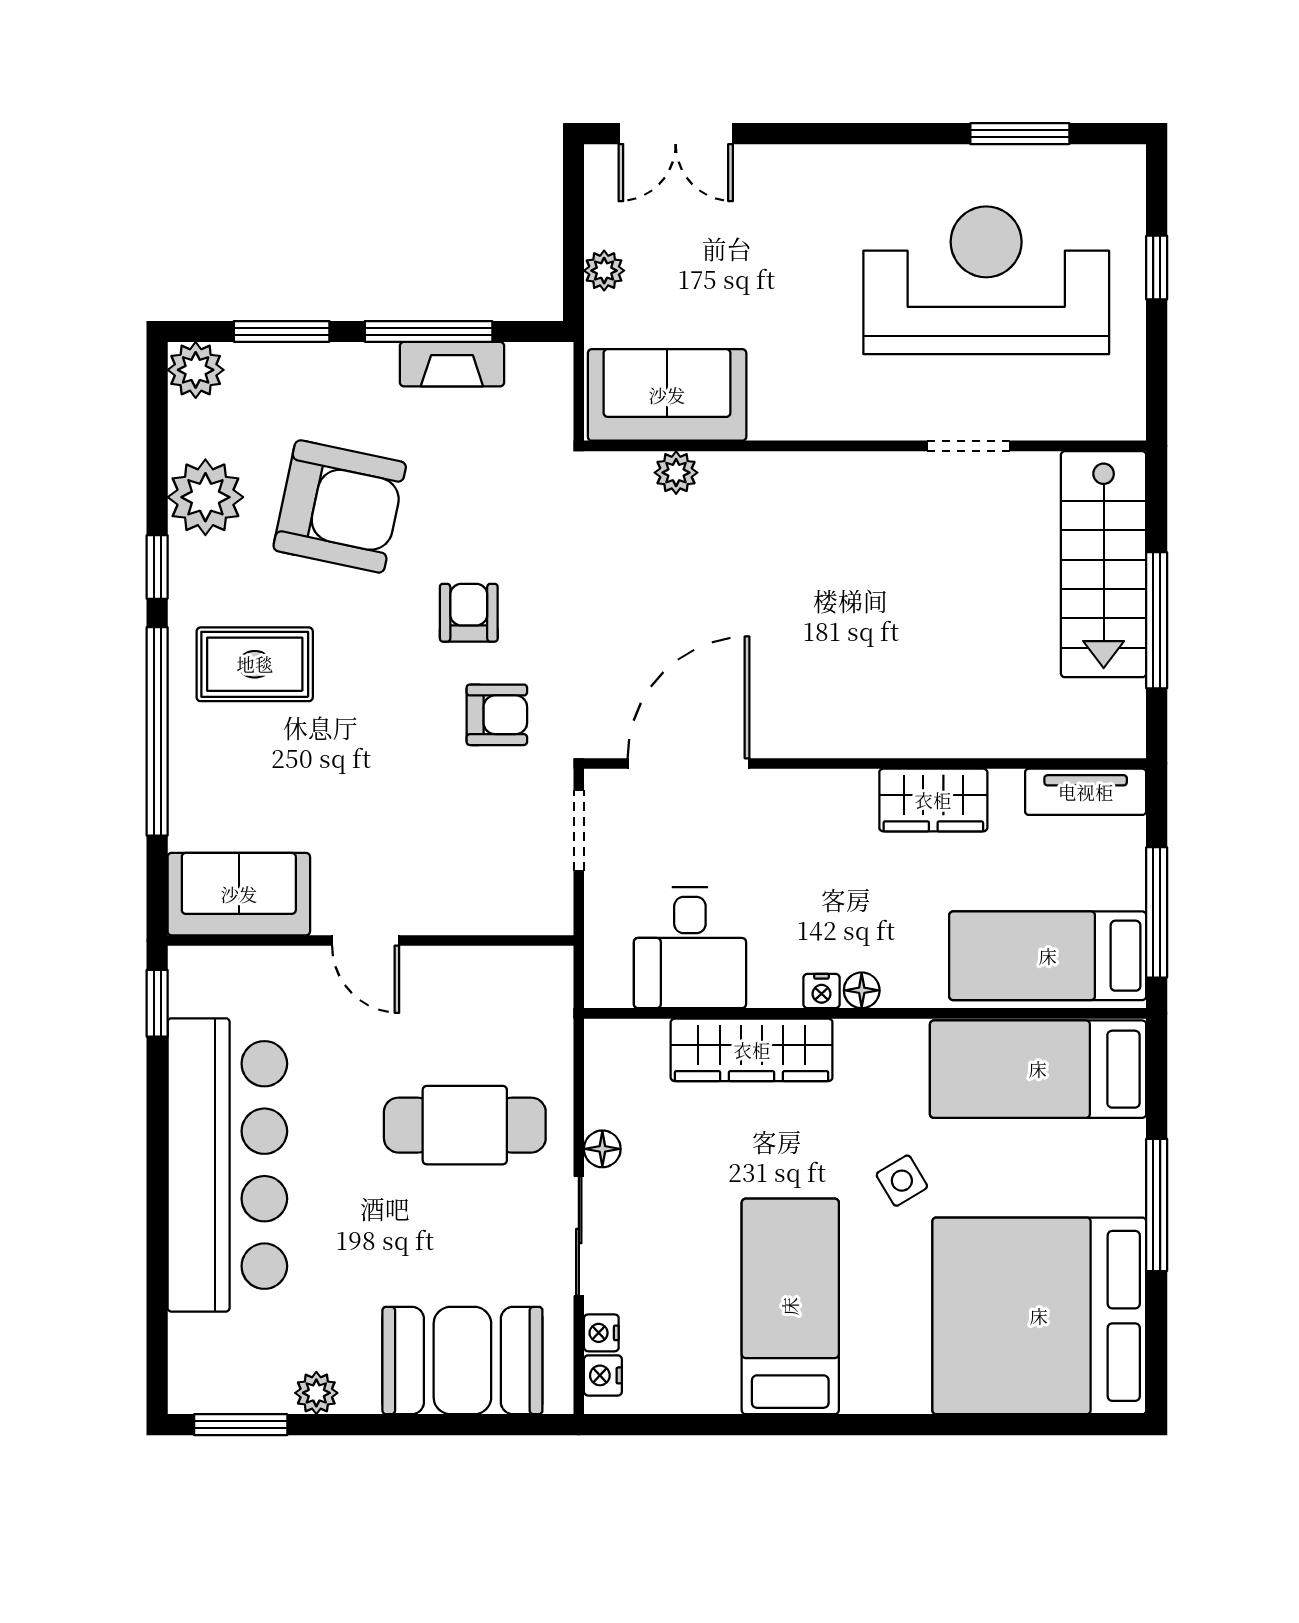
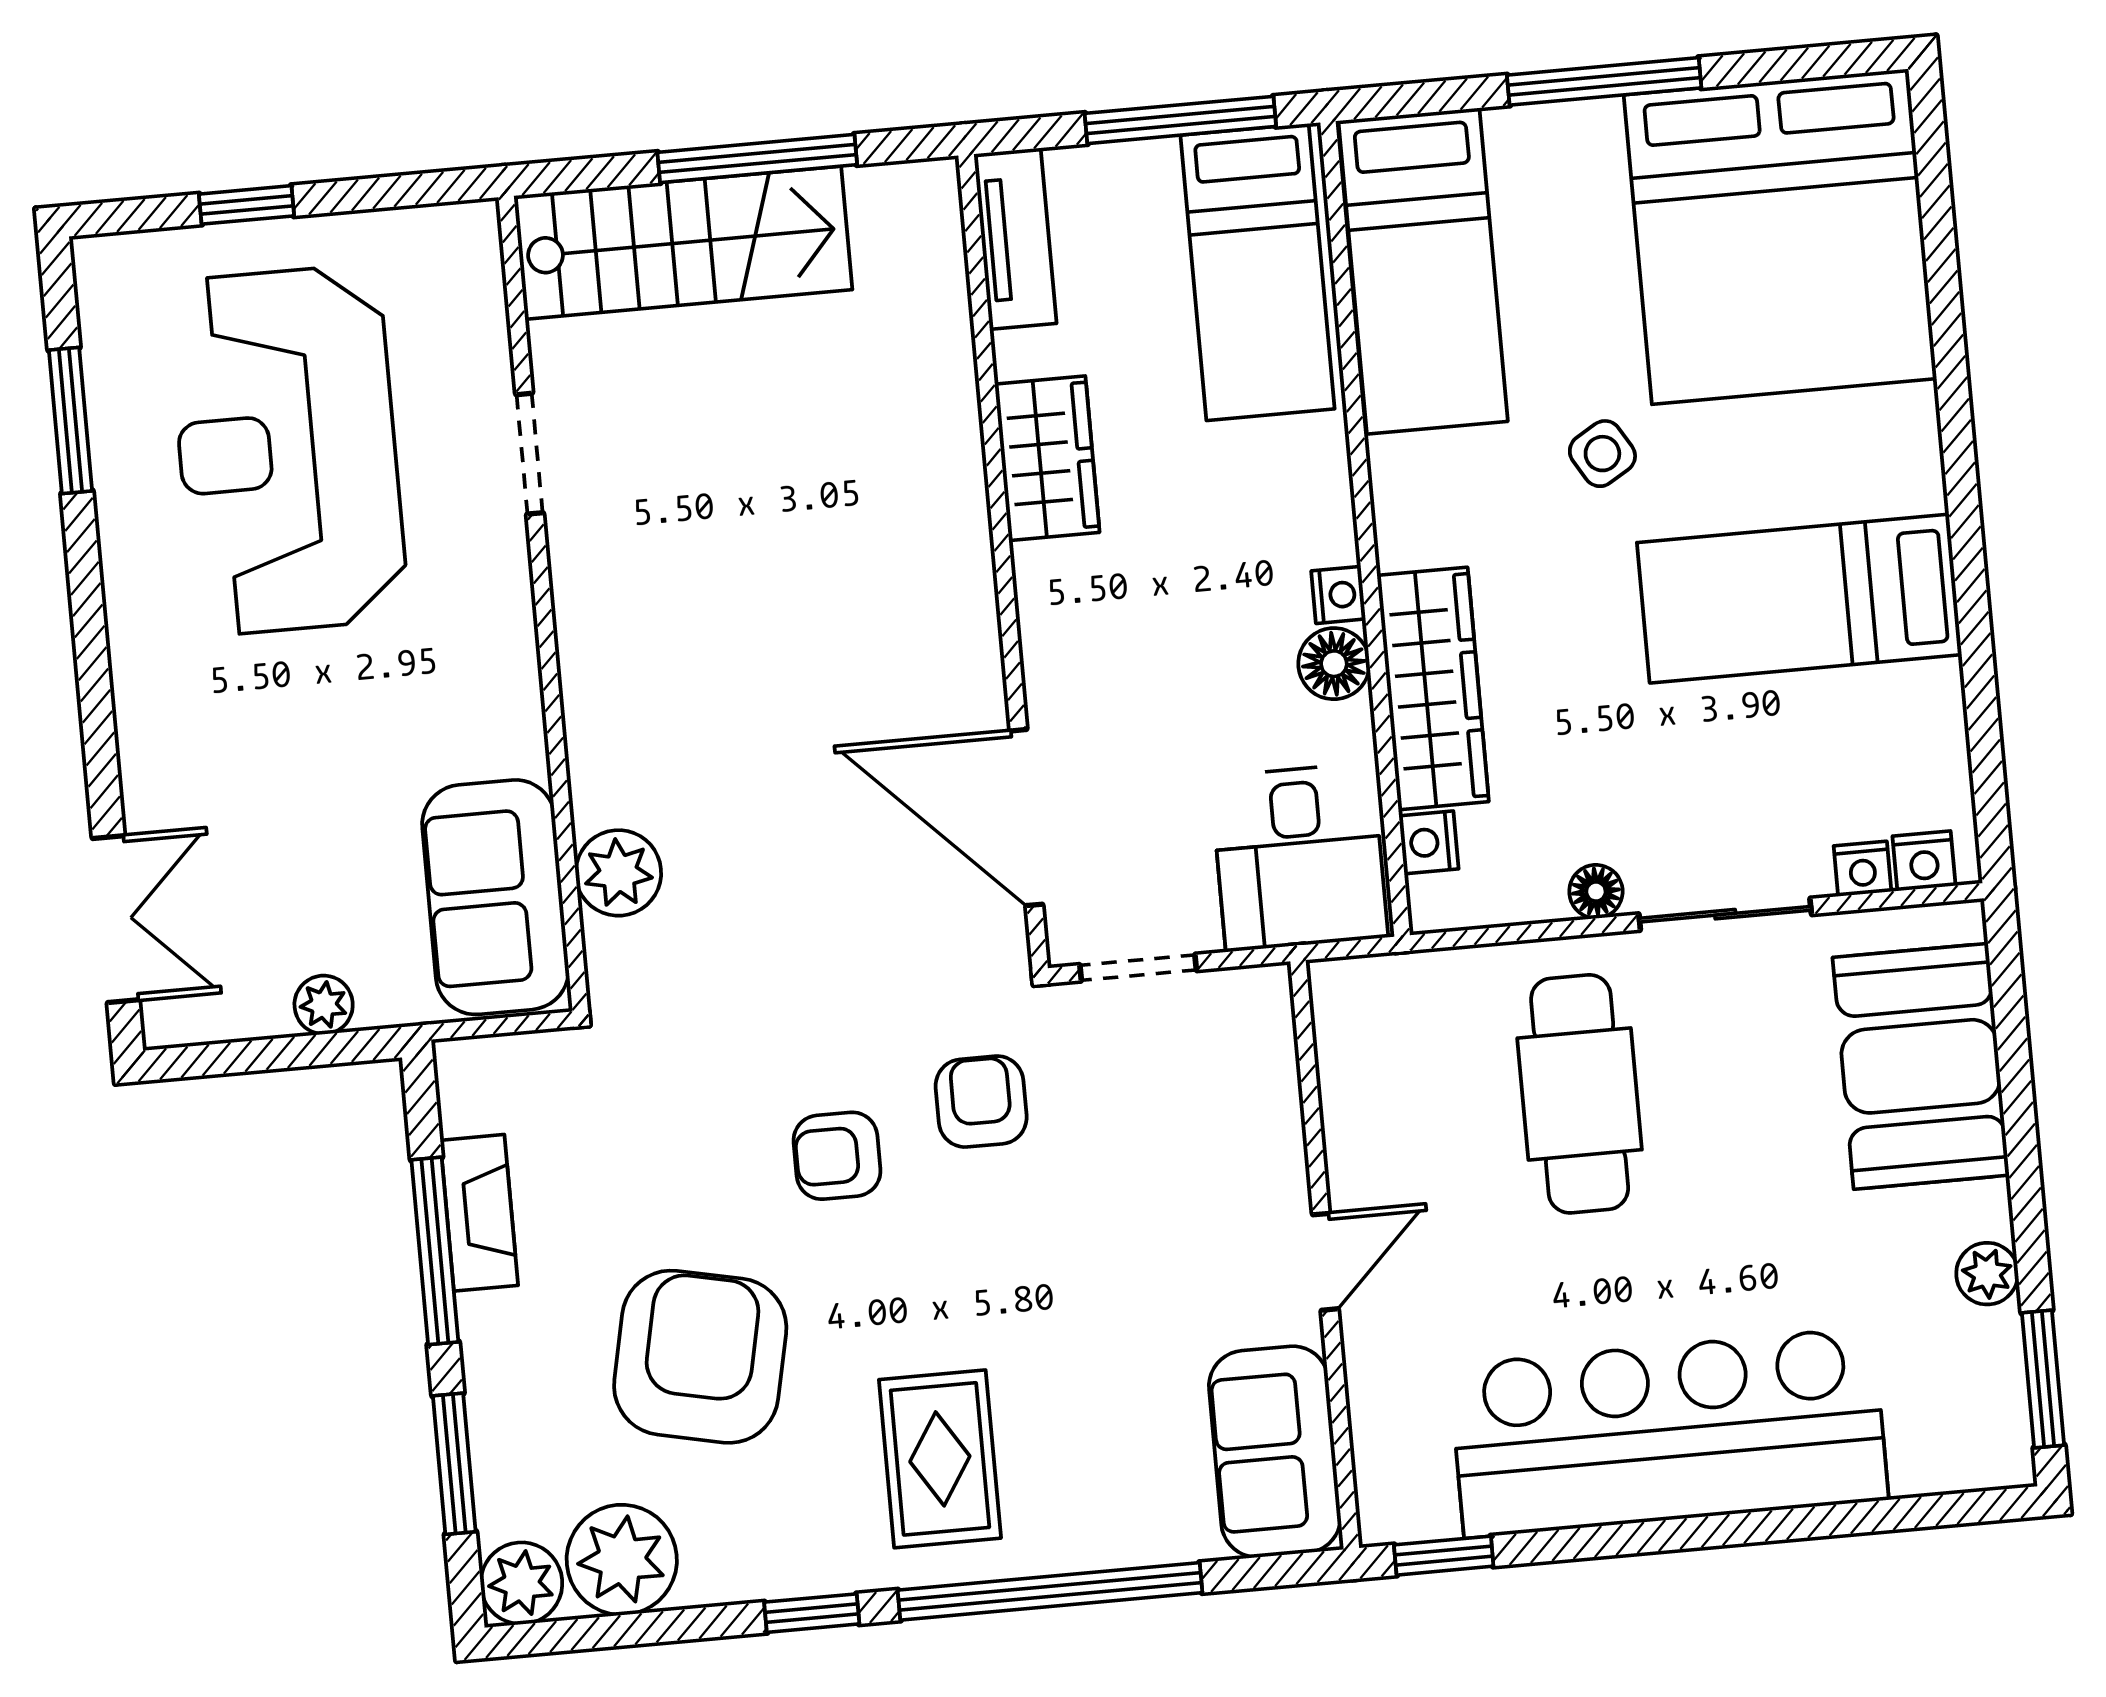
plant: (676, 473) -> (618, 873), width x1.38, depth x1.38
plant: (205, 497) -> (622, 1560), moved
desk: (690, 948) -> (1299, 857), moved, turned 90
floor lamp: (862, 990) -> (1334, 664), moved, width x1.37, depth x1.37
nightstand: (646, 1037) -> (1429, 842), added

